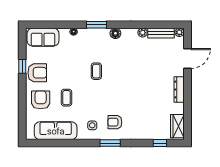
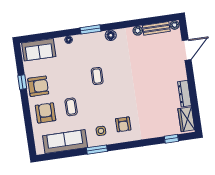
dresser: (179, 90) -> (184, 94), moved
armchair: (115, 122) -> (123, 124), turned -90
window: (110, 143) -> (97, 150), moved

